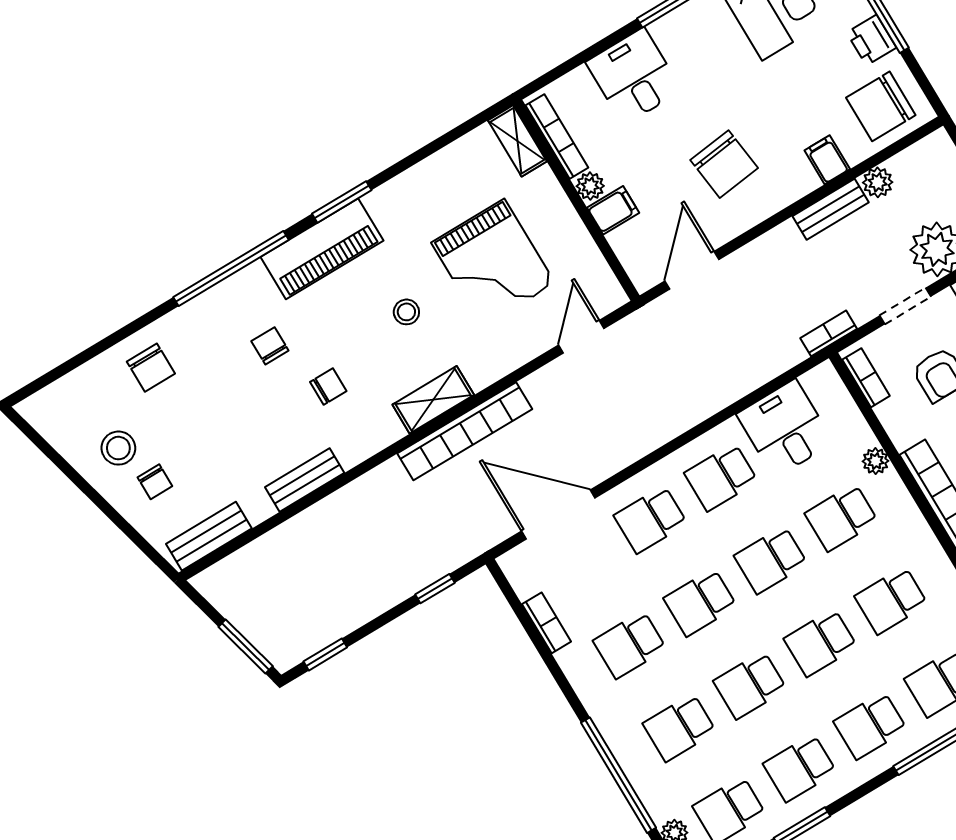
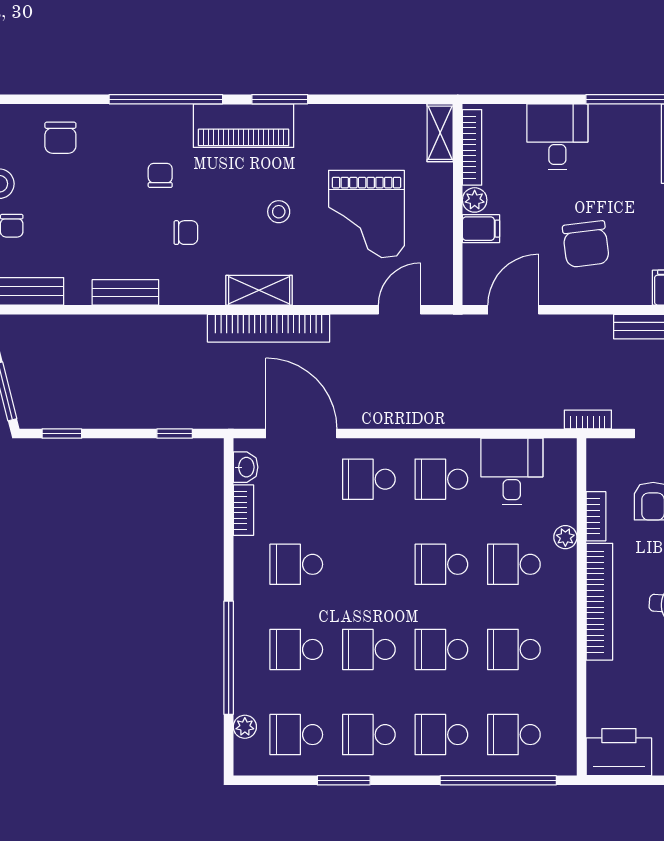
bookcase: (866, 378) -> (596, 516), moved
washbasin: (524, 580) -> (246, 467), added
school desk: (700, 602) -> (369, 564), removed

